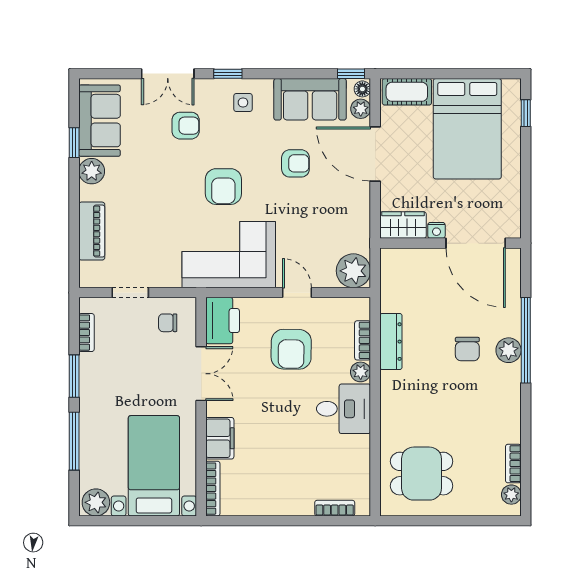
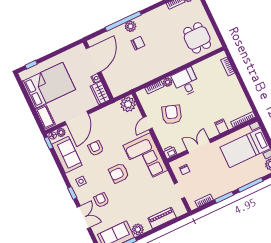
armchair: (223, 187) -> (119, 173), turned 180
printer: (223, 321) -> (170, 152), width x0.53, depth x0.68
dresser: (391, 342) -> (149, 76), removed
armchair: (291, 349) -> (172, 114), turned -73
filing cabinet: (220, 438) -> (221, 126), width x0.50

